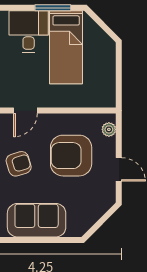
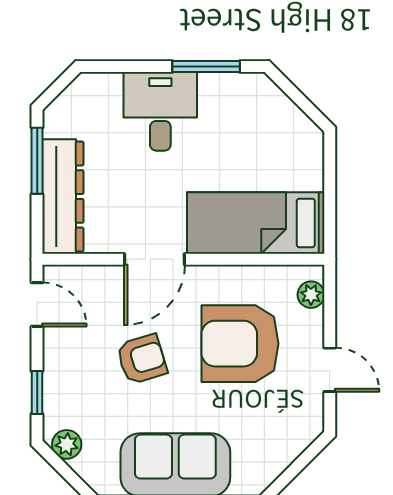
bed: (66, 47) -> (256, 223), moved, turned 90
door: (25, 111) -> (154, 259), width x1.38

